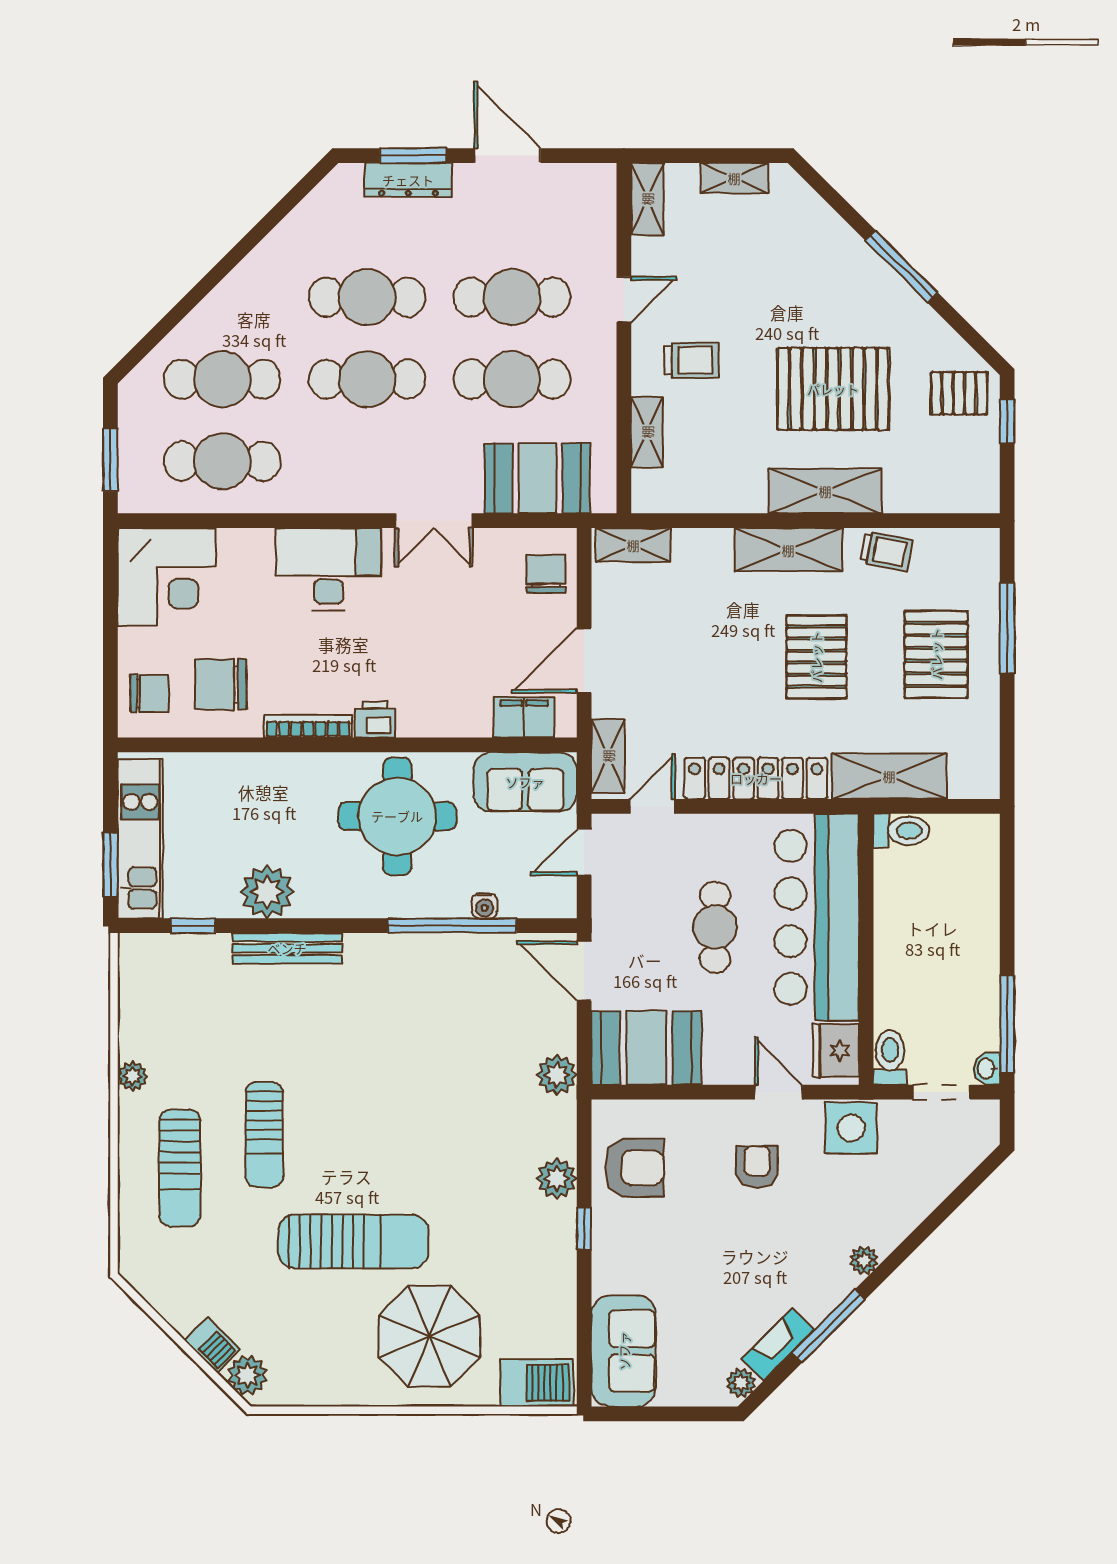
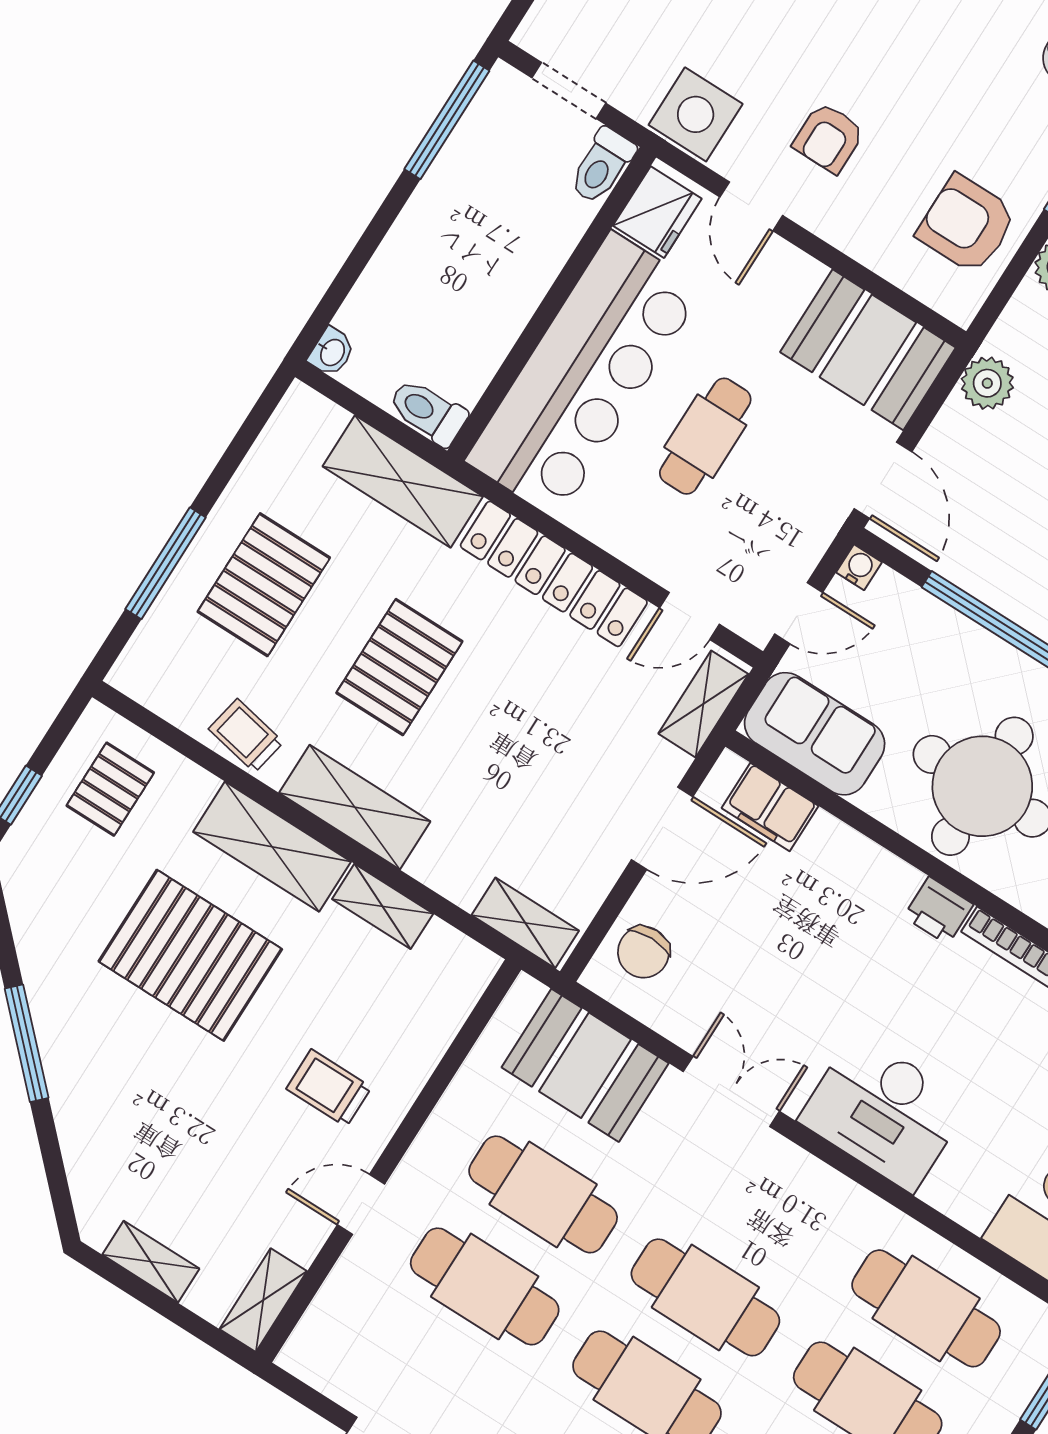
pallet: (959, 393) -> (110, 789), moved, turned 90
shelving: (647, 432) -> (383, 906), moved, turned 90
water cooler: (485, 906) -> (859, 567), moved
washbasin: (987, 1069) -> (332, 352), moved

